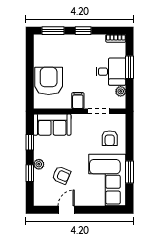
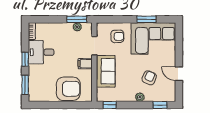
window: (130, 67) -> (77, 19), moved
desk: (111, 72) -> (41, 52), moved, turned -90
armchair: (49, 81) -> (68, 89), turned 180
sofa: (52, 125) -> (106, 71), moved
window: (30, 142) -> (110, 105), moved
window: (30, 173) -> (160, 105), moved

